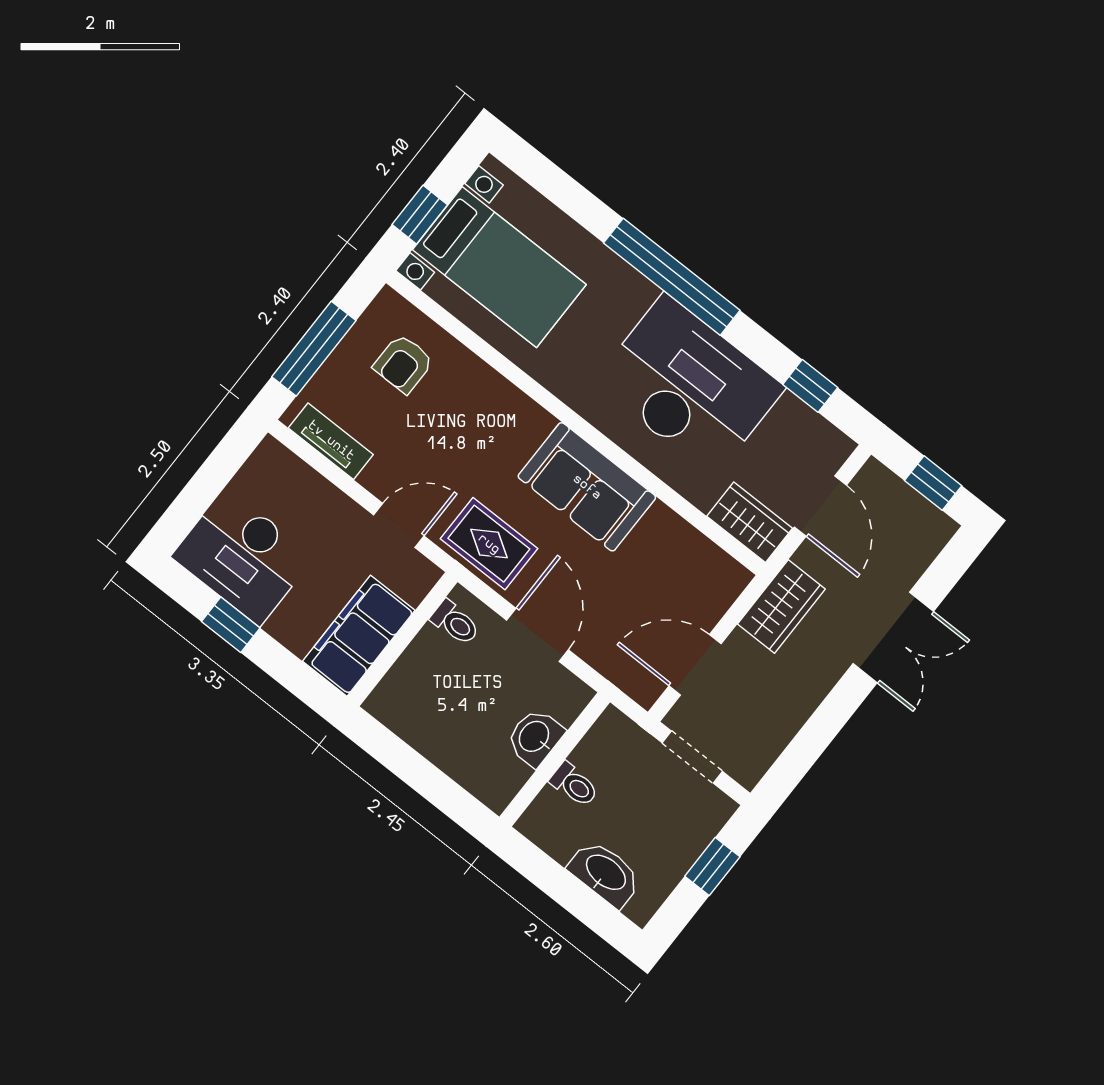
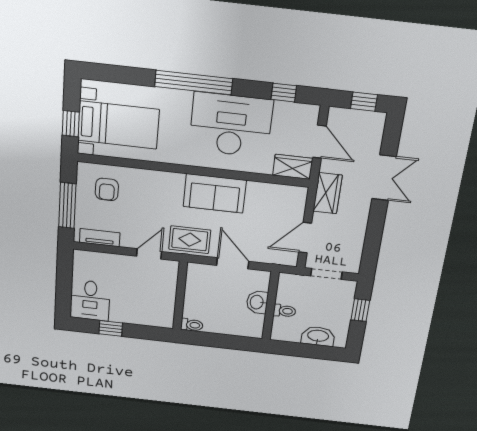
desk: (243, 557) -> (90, 300), width x0.73
toilet: (455, 623) -> (192, 325), moved
filing cabinet: (359, 636) -> (162, 304), removed

